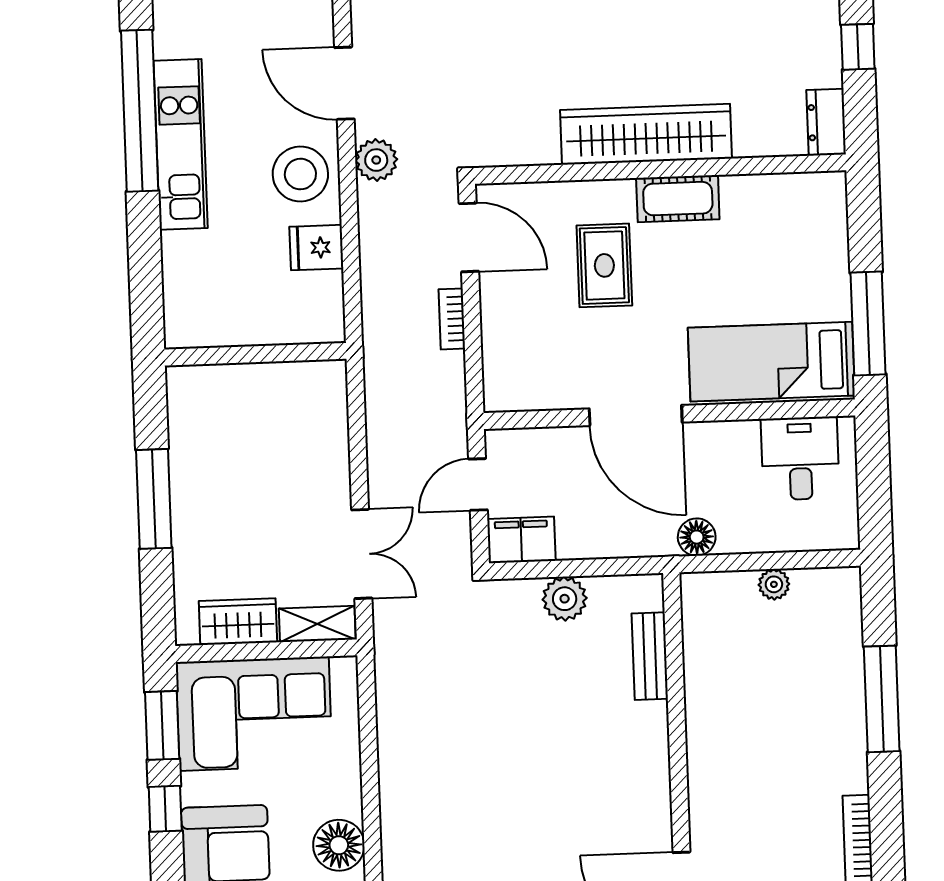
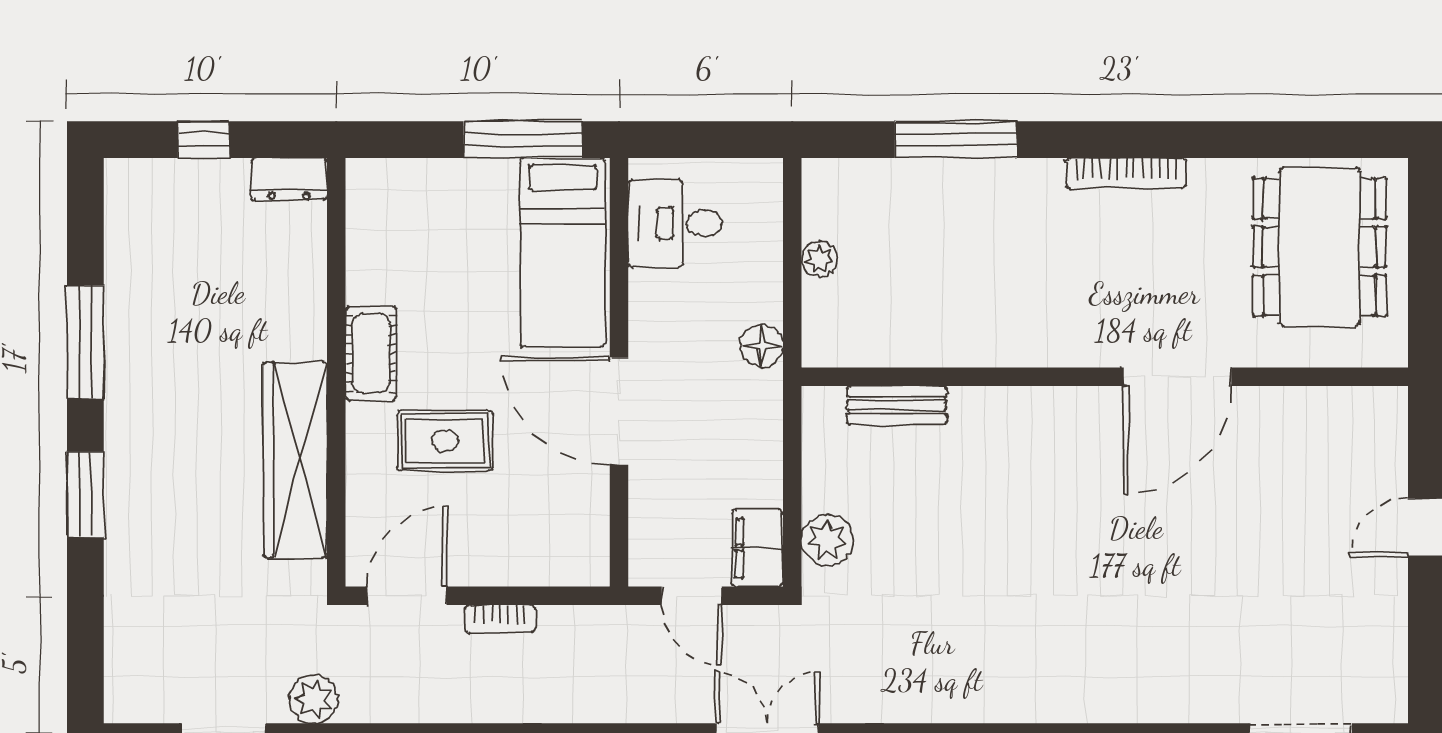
wardrobe: (646, 134) -> (295, 460), moved
door: (636, 415) -> (619, 411), swing flipped
plant: (565, 599) -> (827, 540), moved

